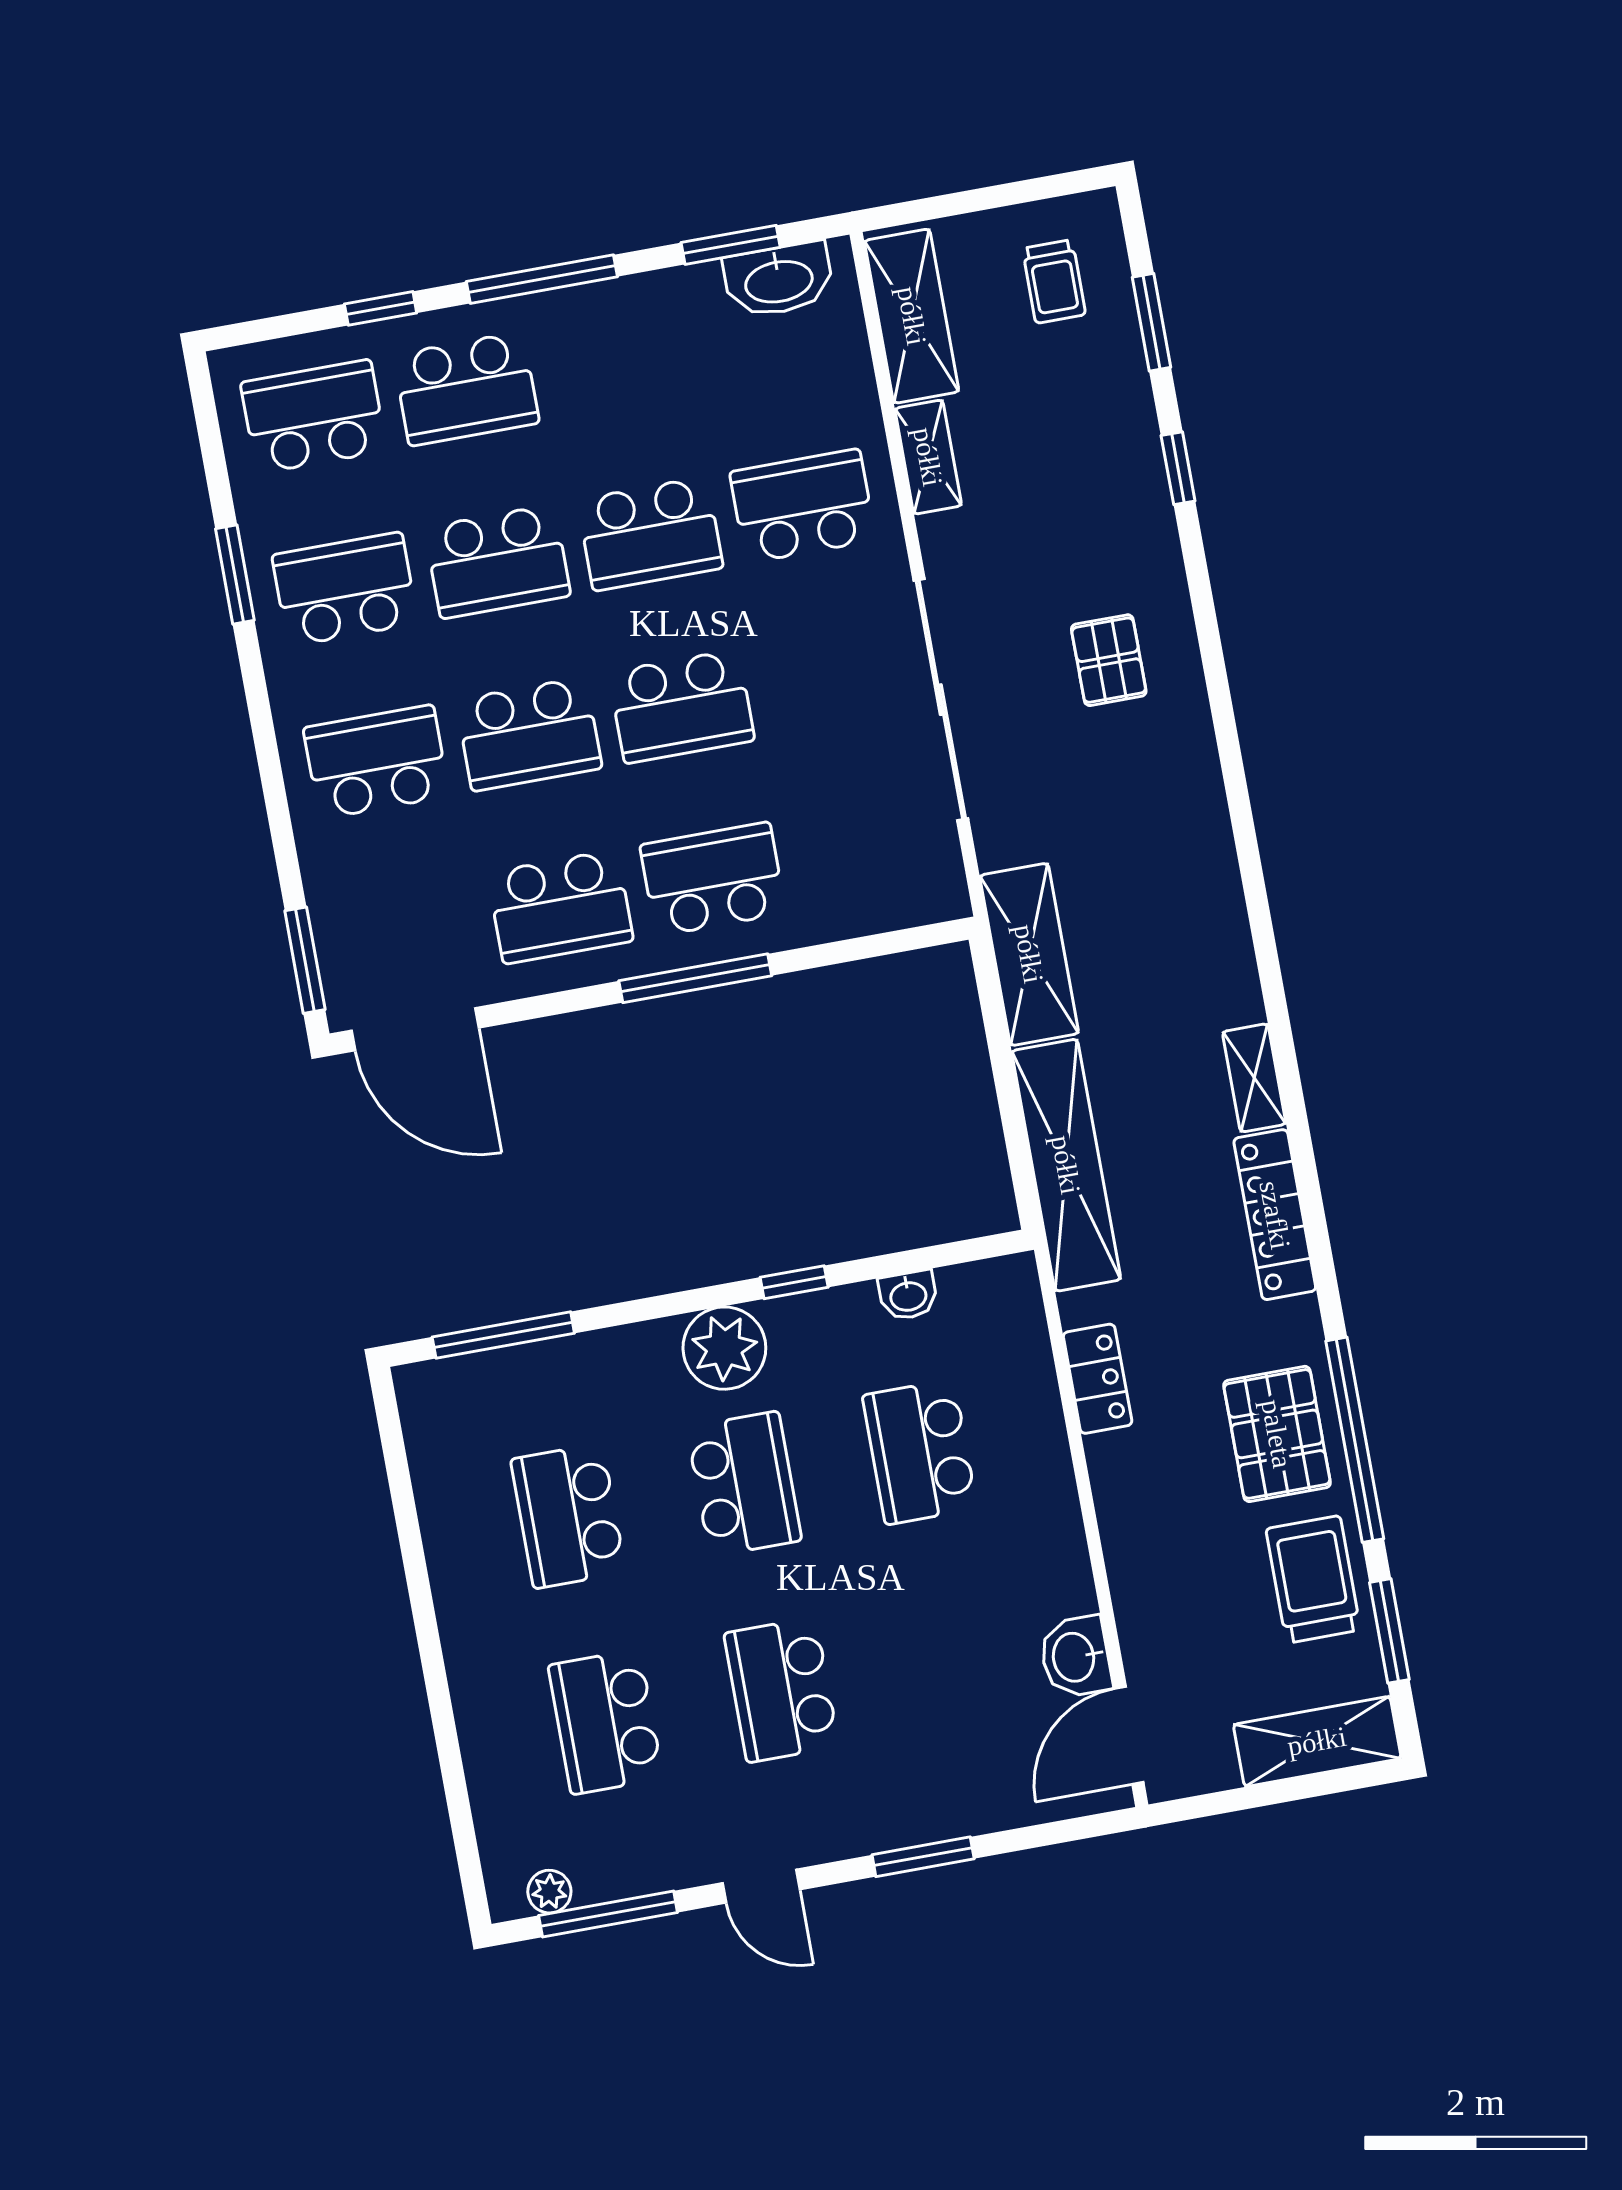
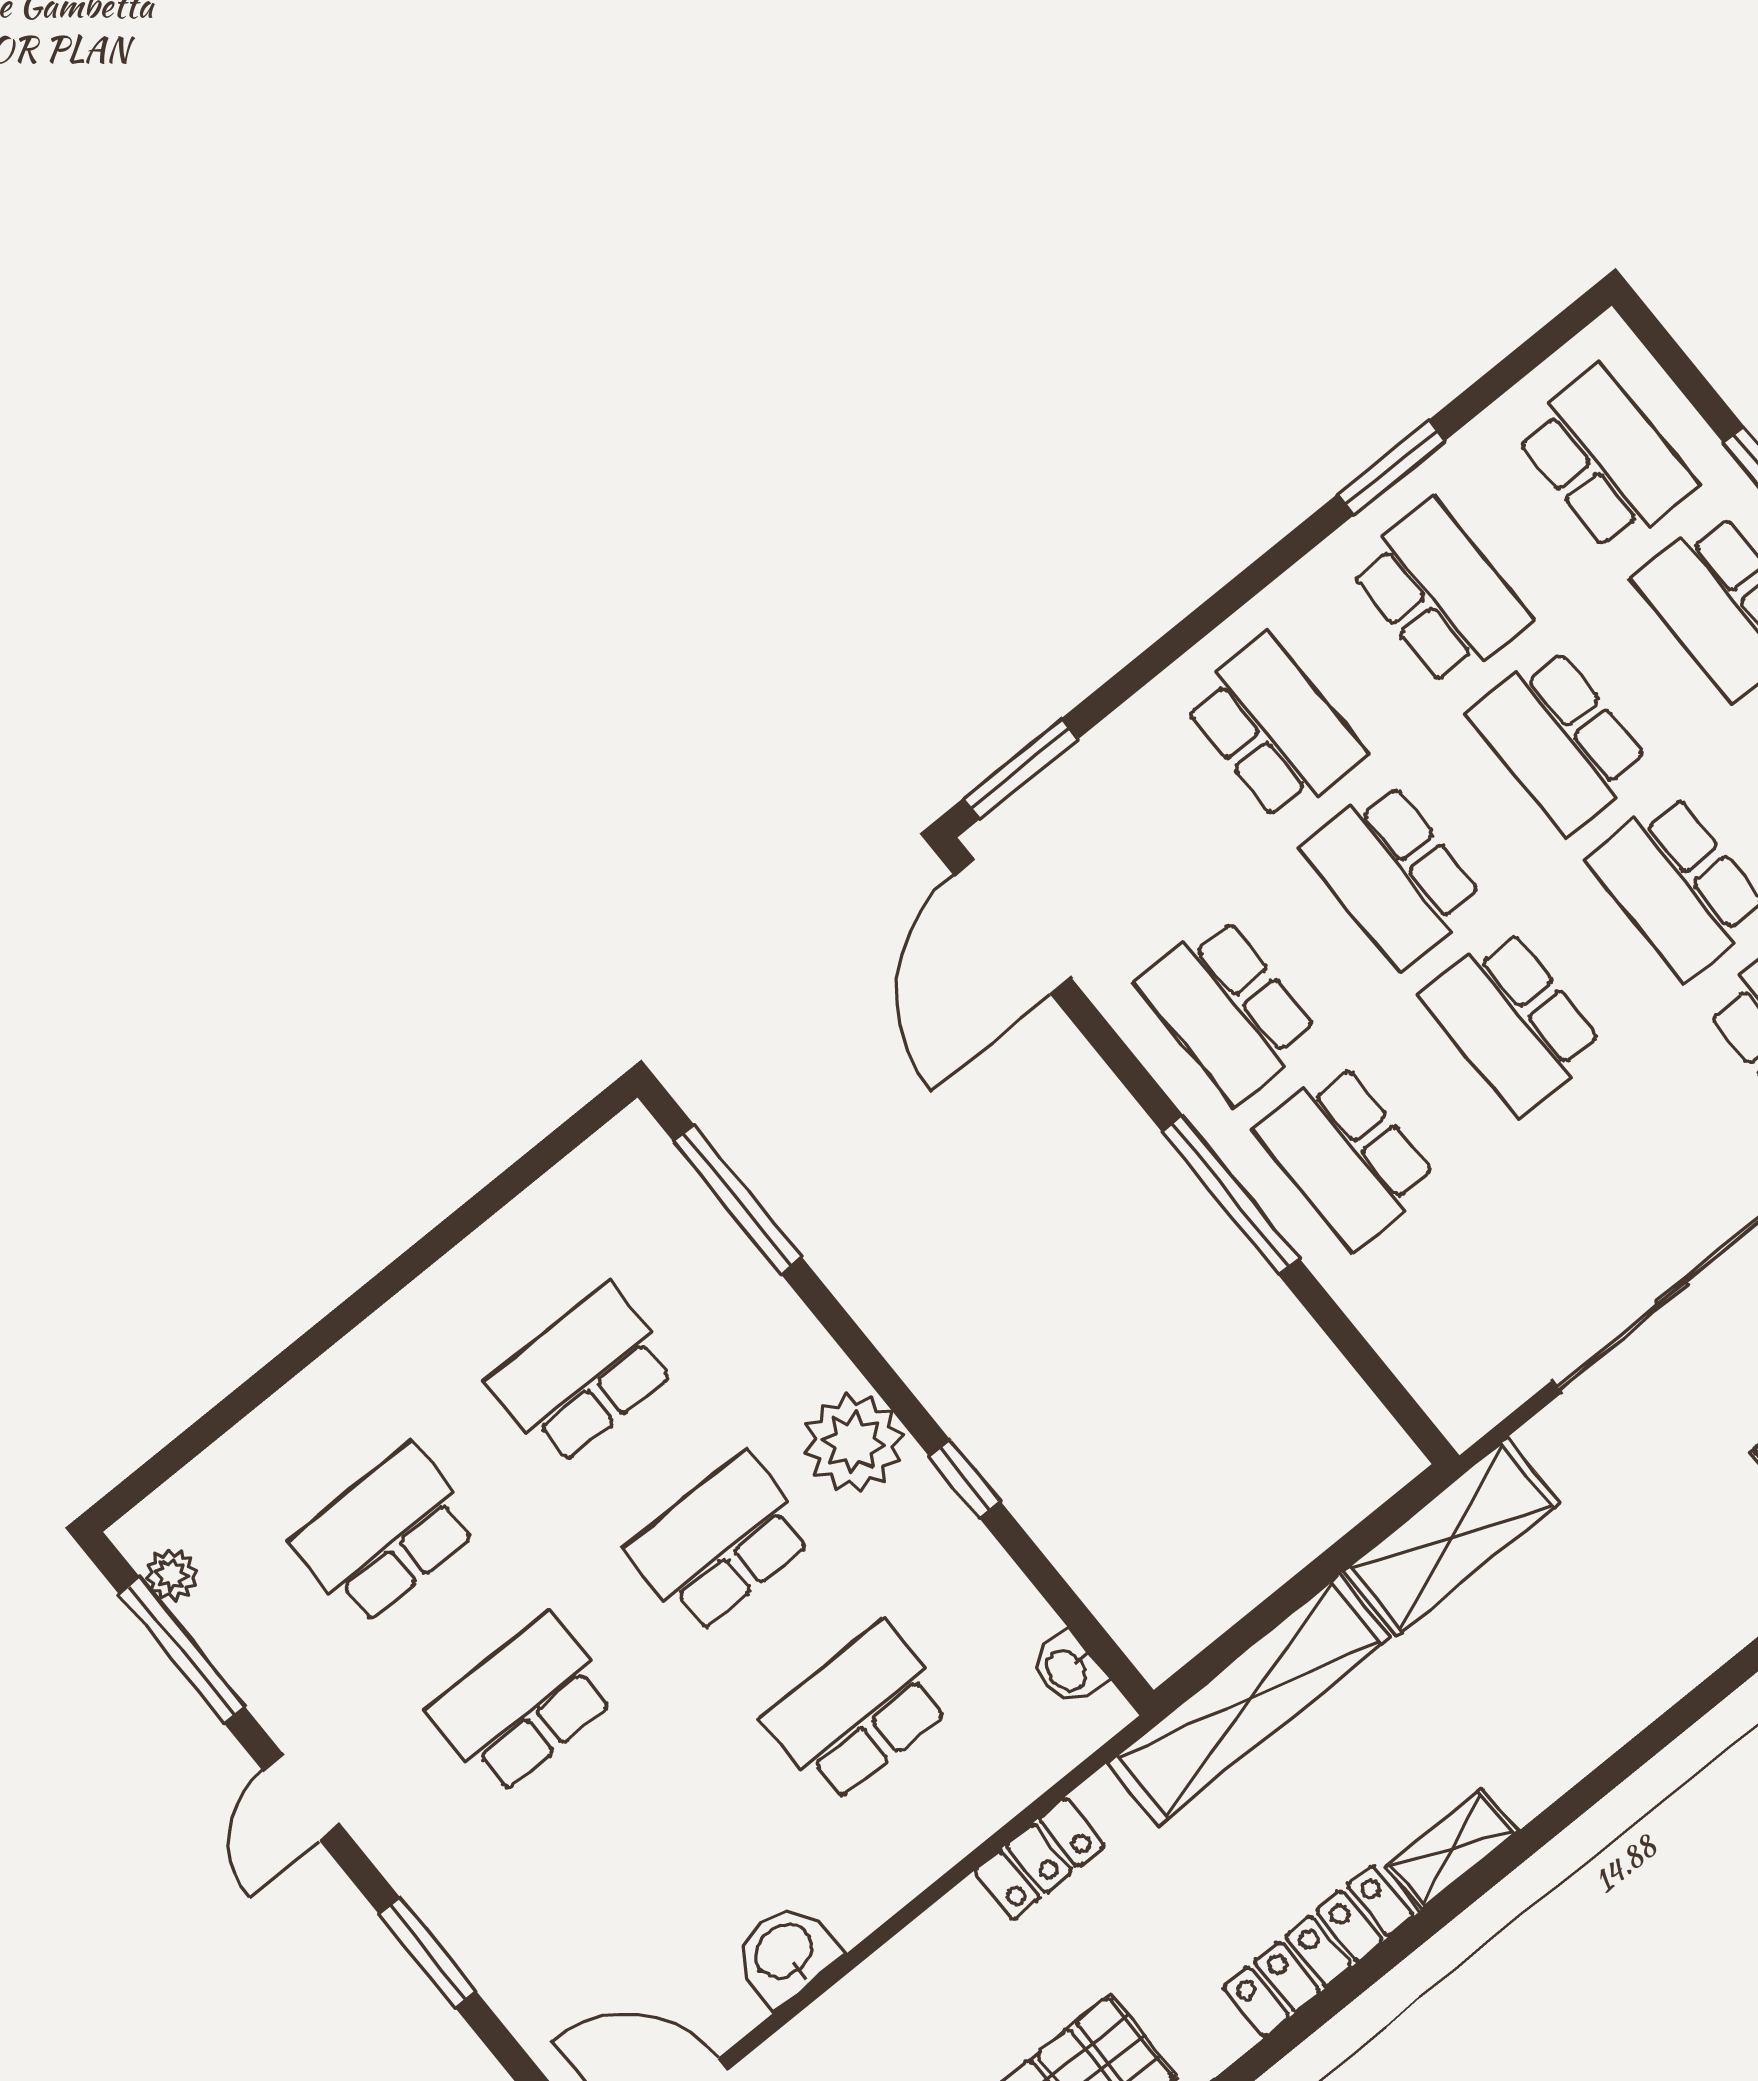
school desk: (713, 879) -> (1347, 1156), turned 180
washbasin: (908, 1295) -> (1068, 1670), moved
school desk: (744, 1484) -> (720, 1543), turned 180
washbasin: (1075, 1657) -> (785, 1953), moved

